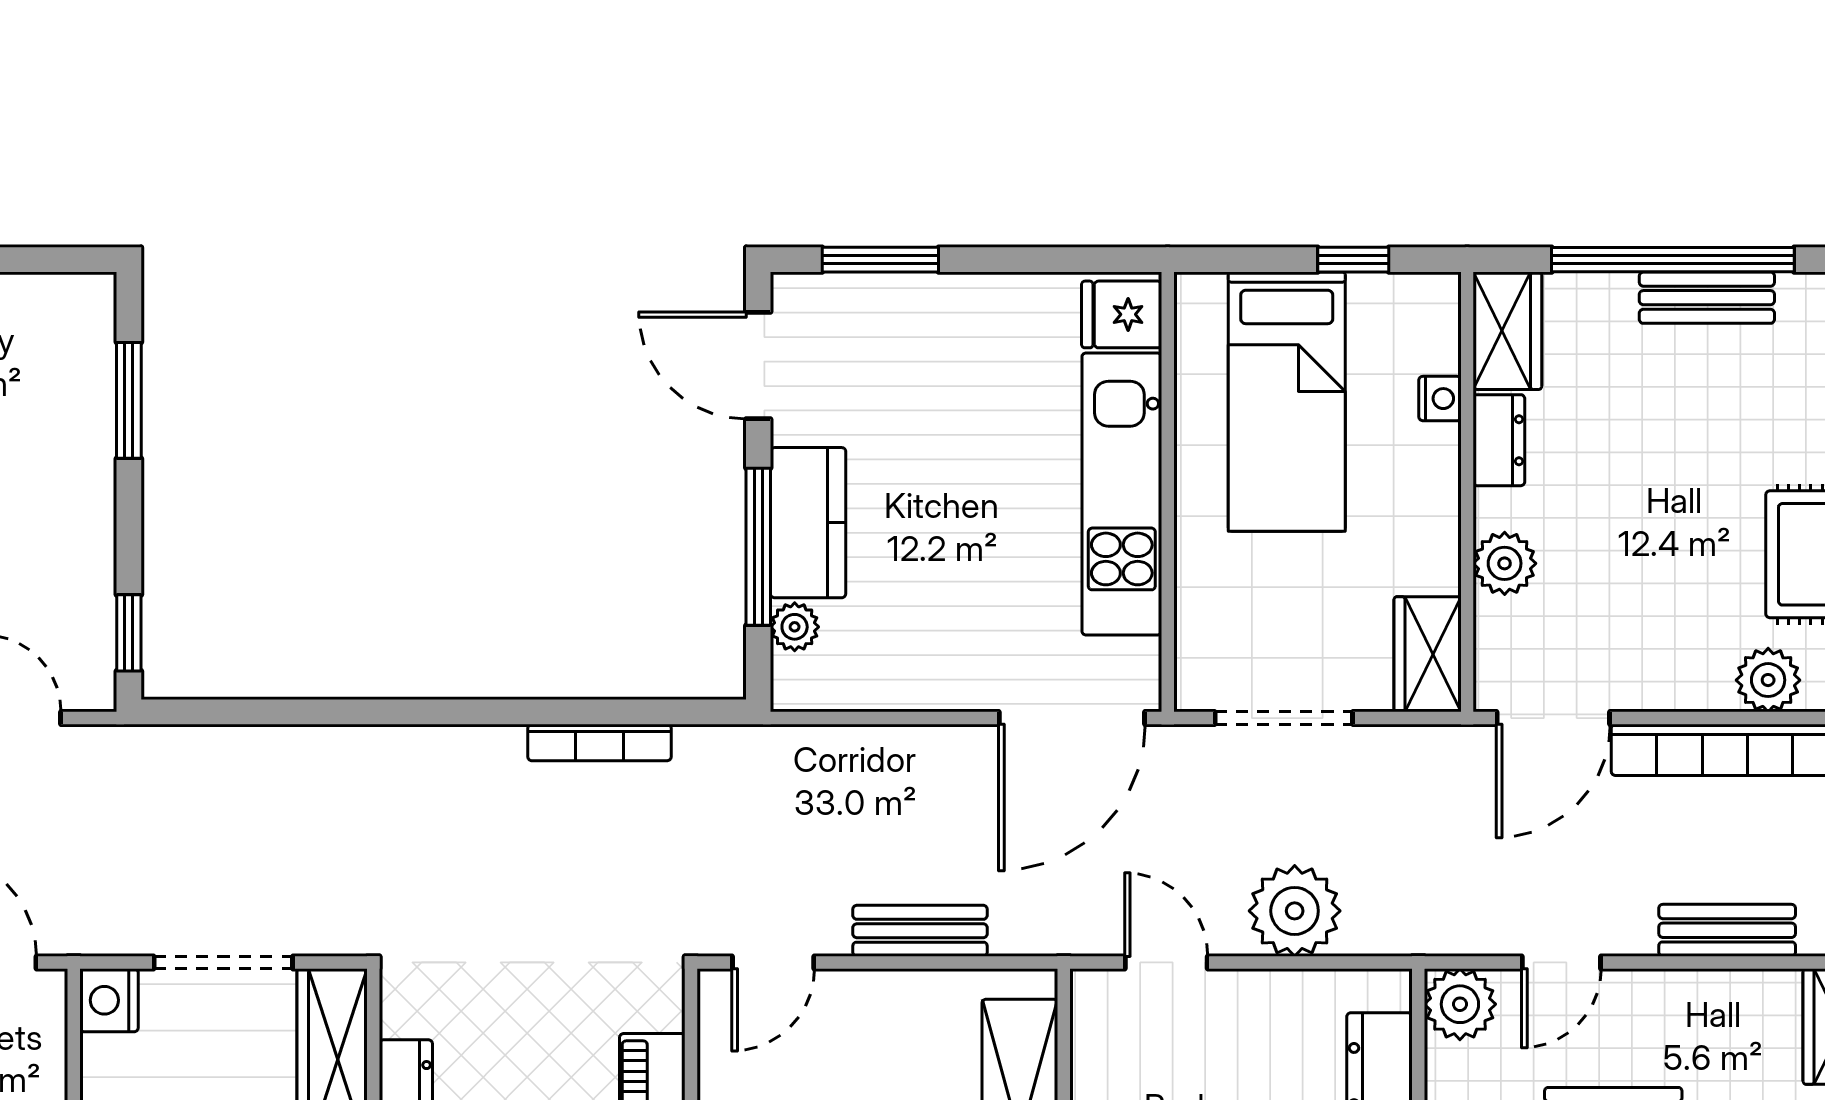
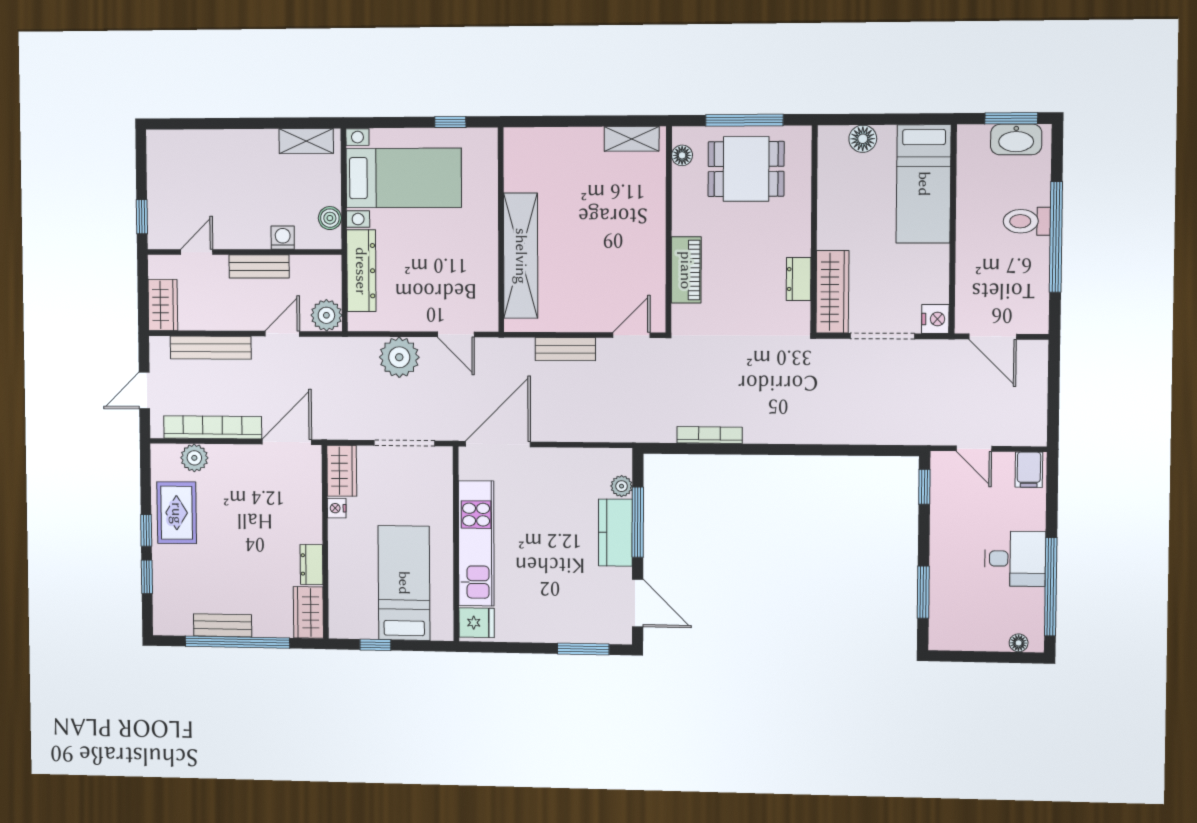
nightstand: (1440, 399) -> (337, 508), moved
plant: (1505, 563) -> (309, 510), removed
bench: (1727, 930) -> (211, 348), width x1.36

